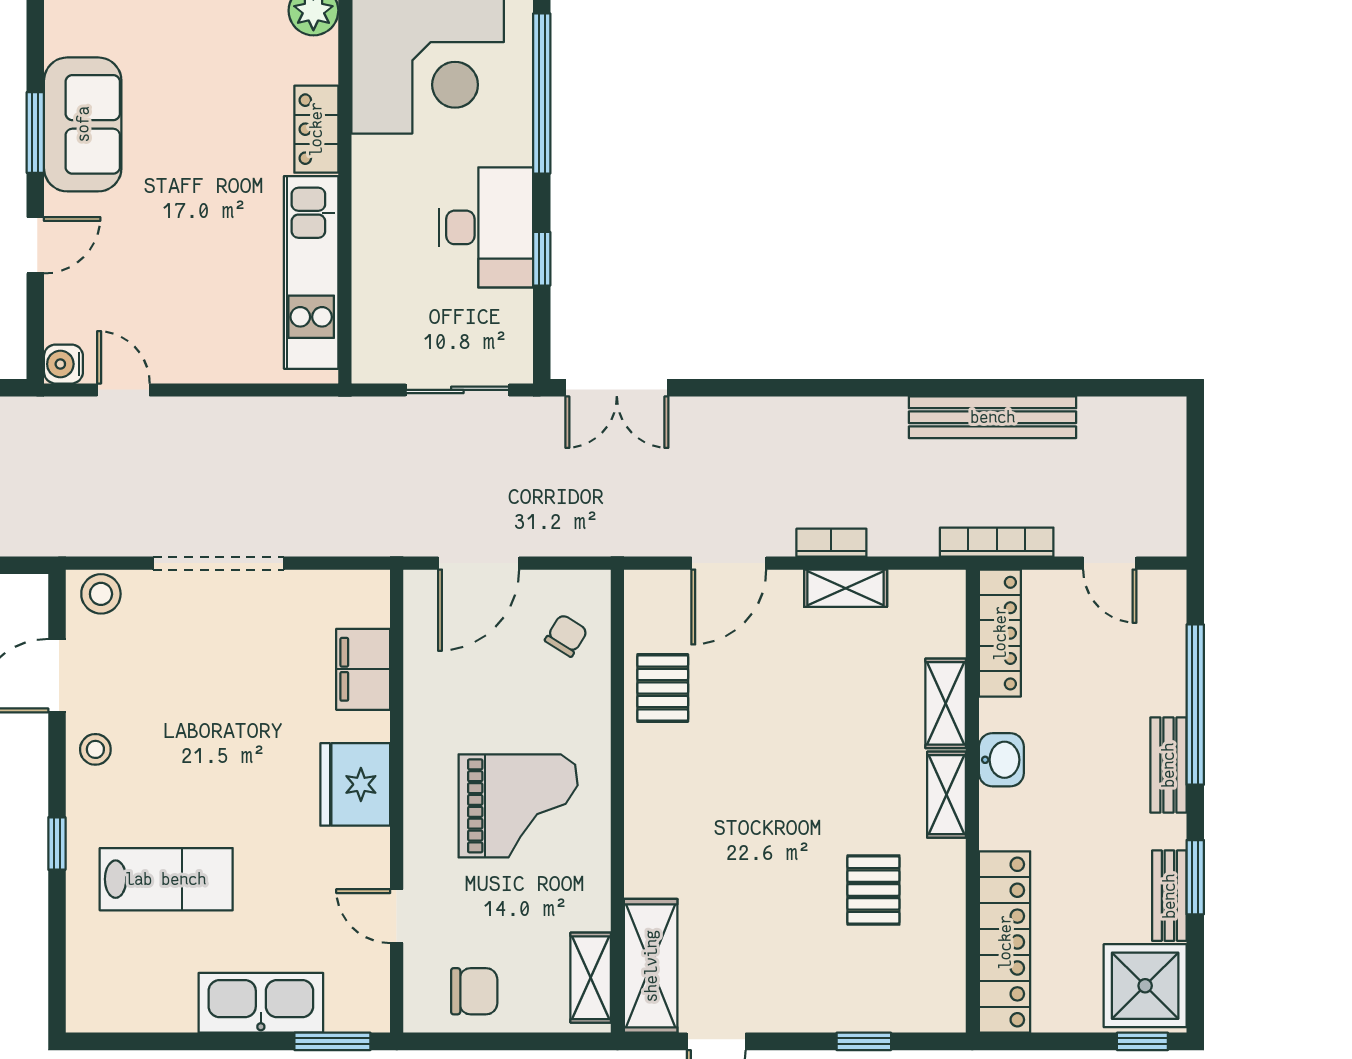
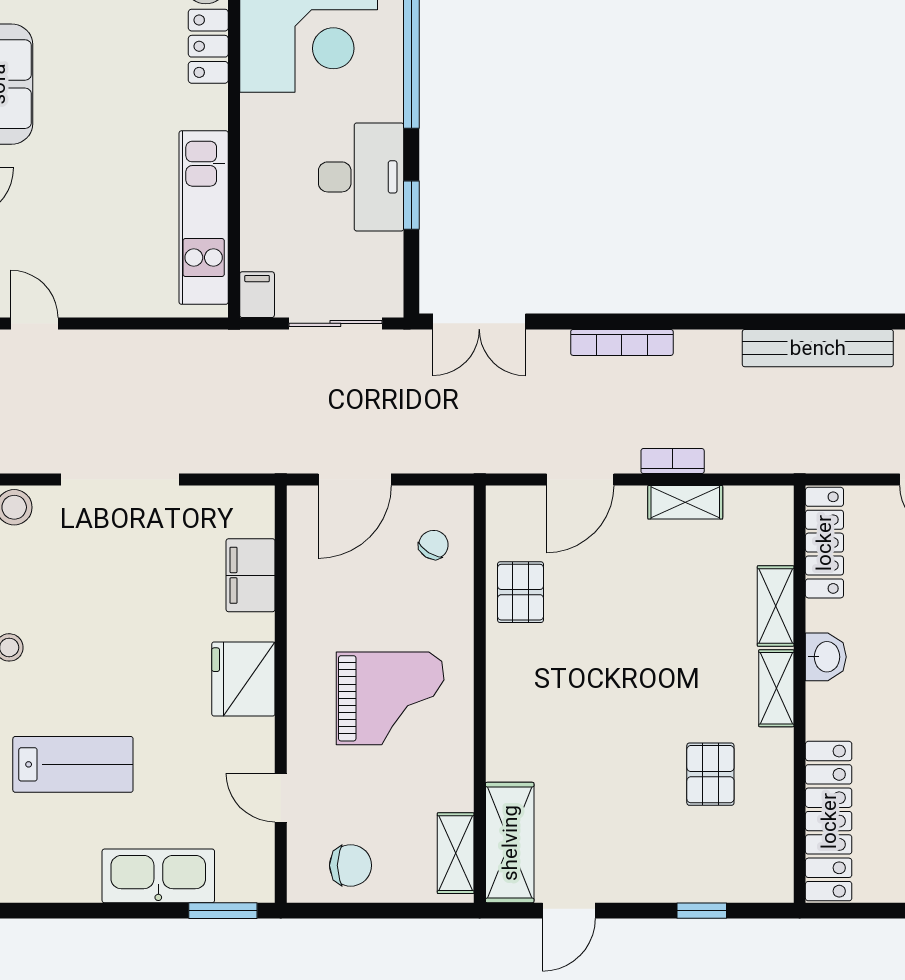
locker: (316, 129) -> (208, 46), moved
filing cabinet: (370, 358) -> (257, 295), added
bookcase: (997, 542) -> (622, 342), moved, turned 180

